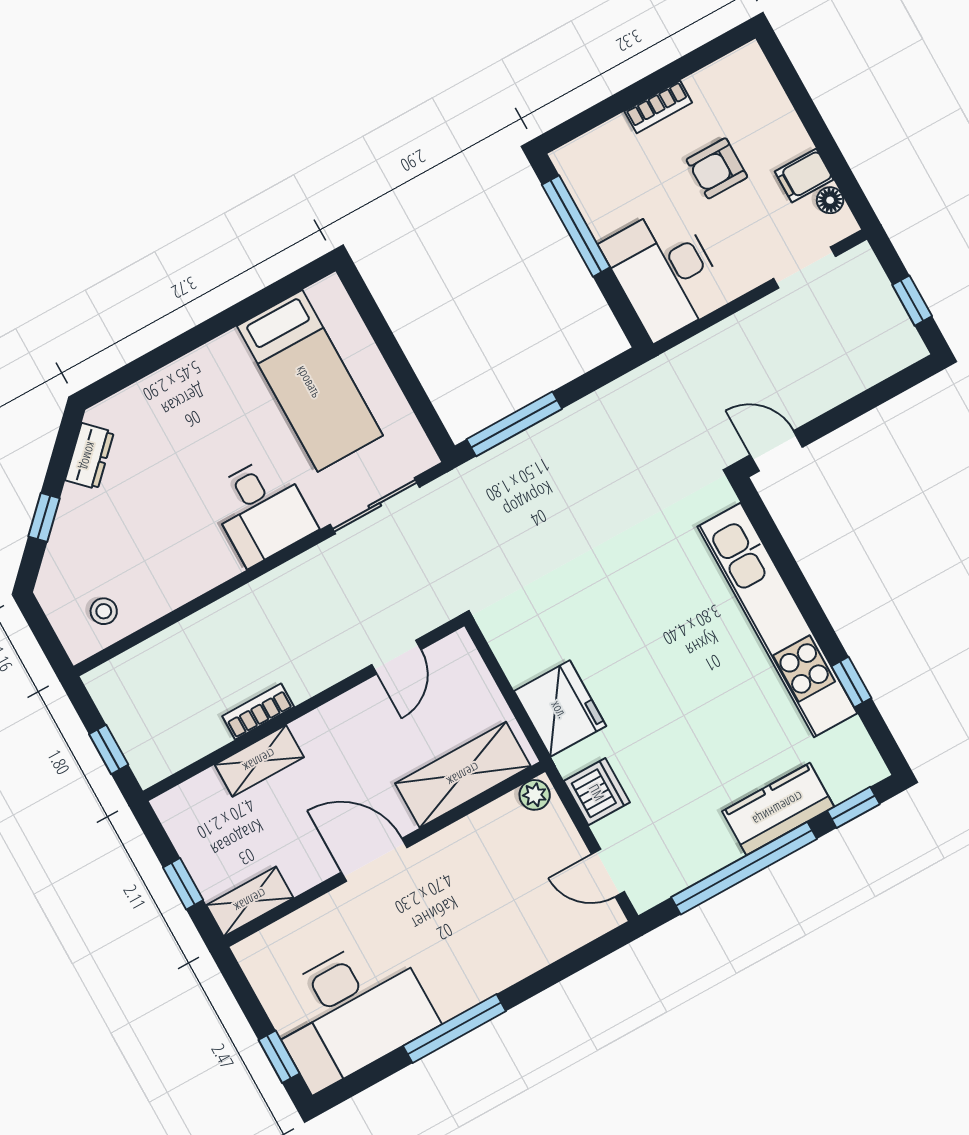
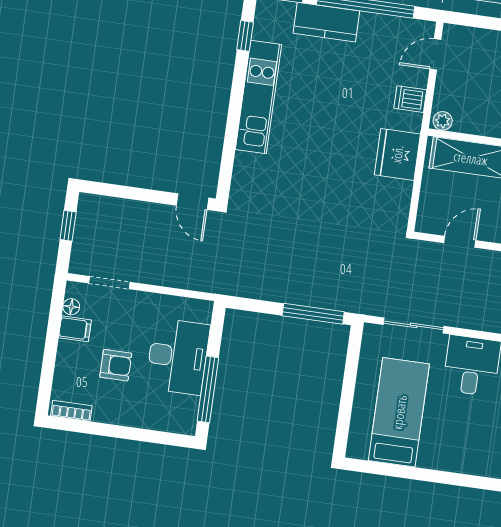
bookcase: (658, 107) -> (71, 411), moved
desk: (665, 273) -> (178, 357), moved
kitchen unit: (777, 620) -> (258, 97), width x0.73
window: (851, 682) -> (245, 36), moved
dishwasher: (597, 792) -> (410, 99), width x0.73
door: (608, 873) -> (435, 54), swing flipped

